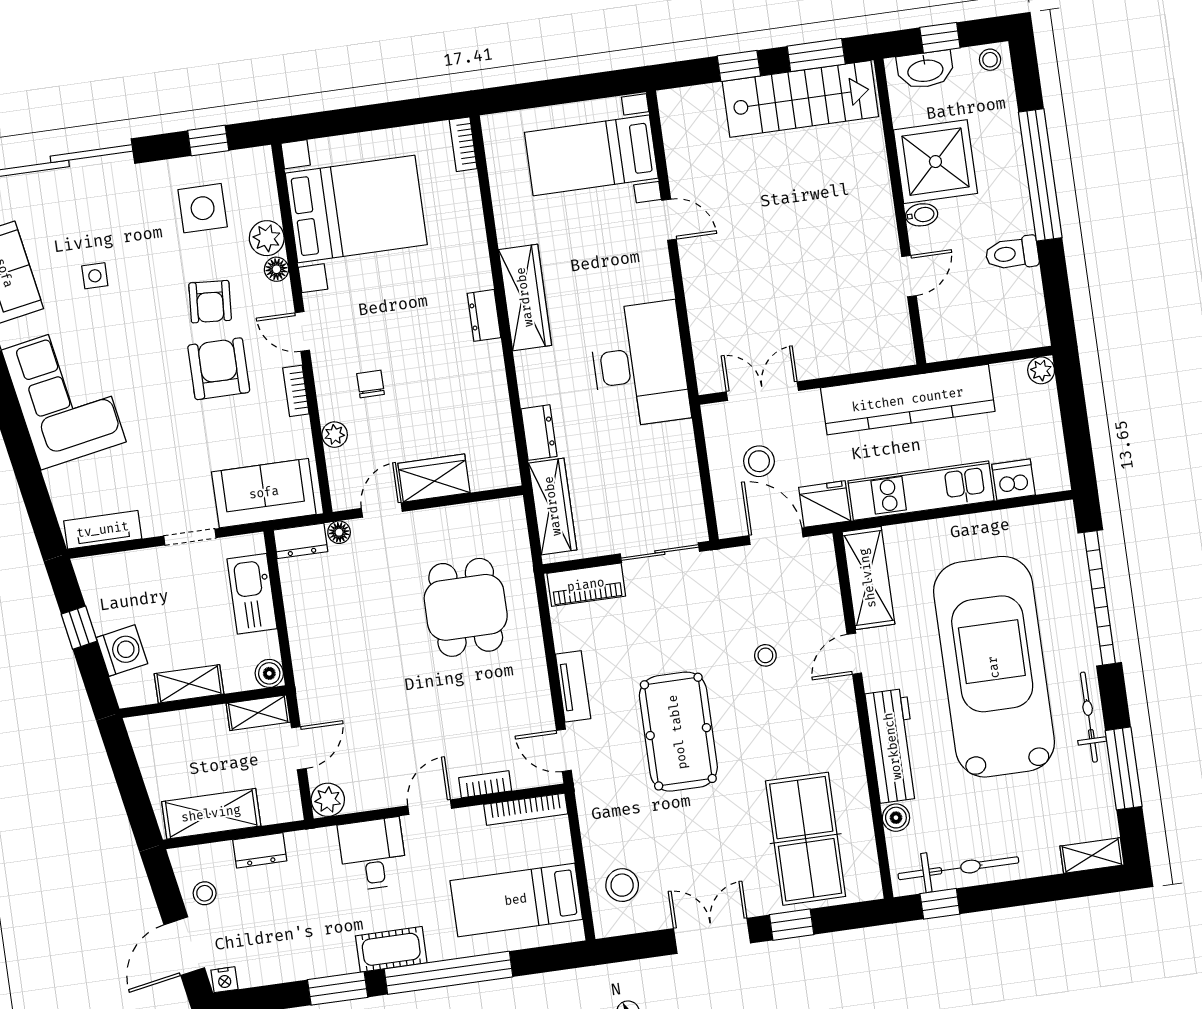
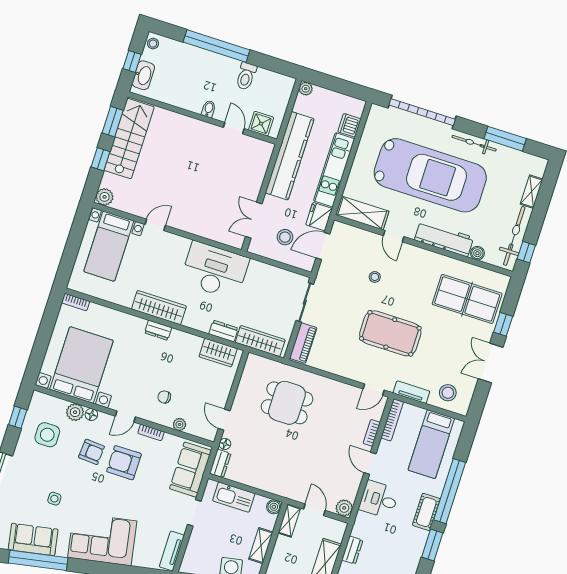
plant: (675, 105) -> (105, 197), added
shower: (935, 162) -> (261, 124), moved, width x0.54, depth x0.54
wardrobe: (434, 478) -> (218, 353), moved, turned -90
car: (994, 667) -> (430, 175), turned 180
tv unit: (573, 686) -> (411, 392), moved
shelving: (1092, 855) -> (532, 192), moved

